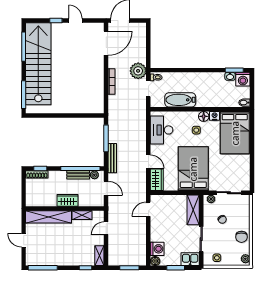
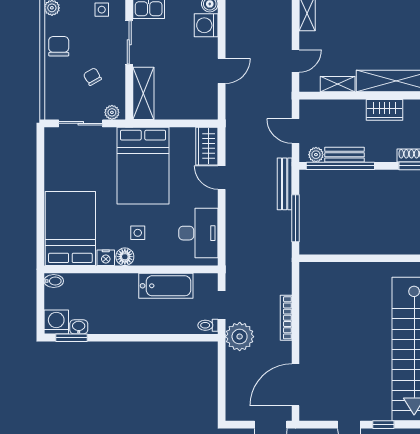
wardrobe: (67, 200) -> (385, 110), moved
door: (148, 209) -> (222, 71), moved

